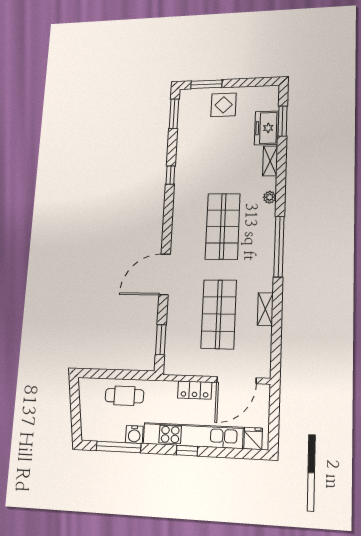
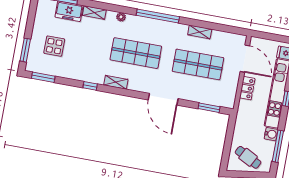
display table: (224, 105) -> (54, 46), moved
shelving: (180, 207) -> (116, 82), added
cafe table: (124, 396) -> (248, 157), moved, turned -63

